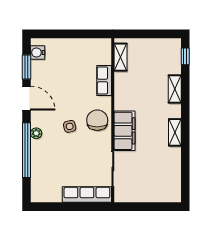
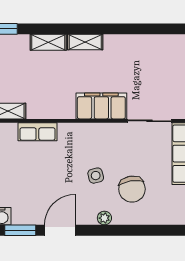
chair: (97, 120) -> (132, 189), moved, turned -99
shelving: (175, 132) -> (85, 42), moved
window: (26, 150) -> (126, 230), removed

